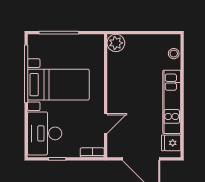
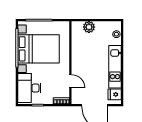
plant: (116, 43) -> (89, 27), moved
bed with nightstands: (58, 85) -> (39, 49), width x1.36
door: (106, 123) -> (70, 81), hinge flipped

